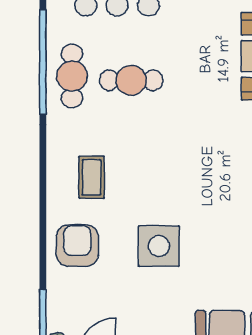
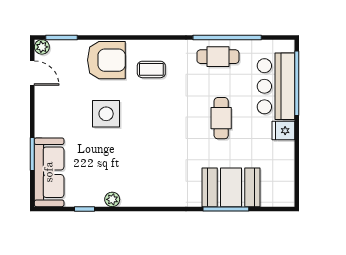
cafe table: (131, 80) -> (221, 118), moved
armchair: (77, 246) -> (106, 60), width x1.36, depth x1.36

